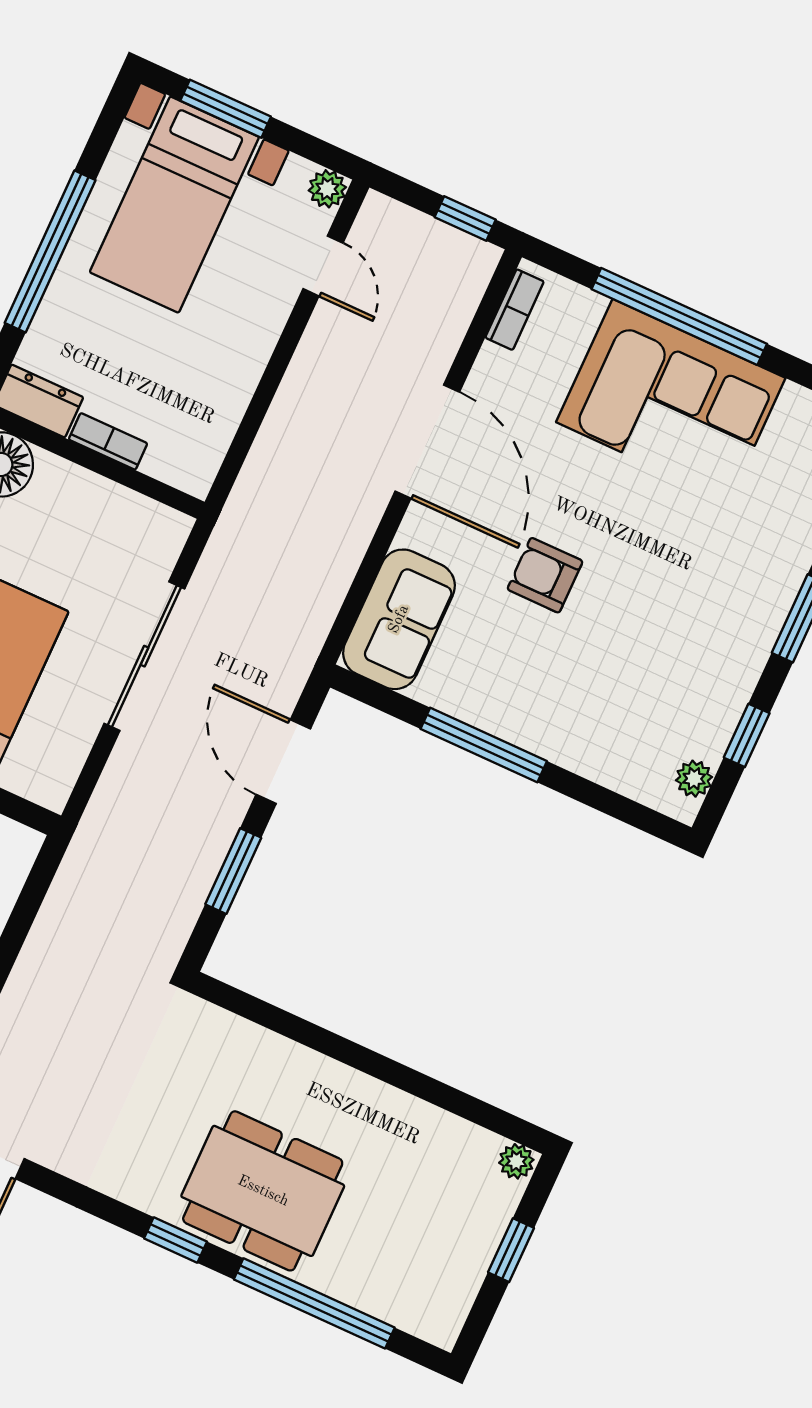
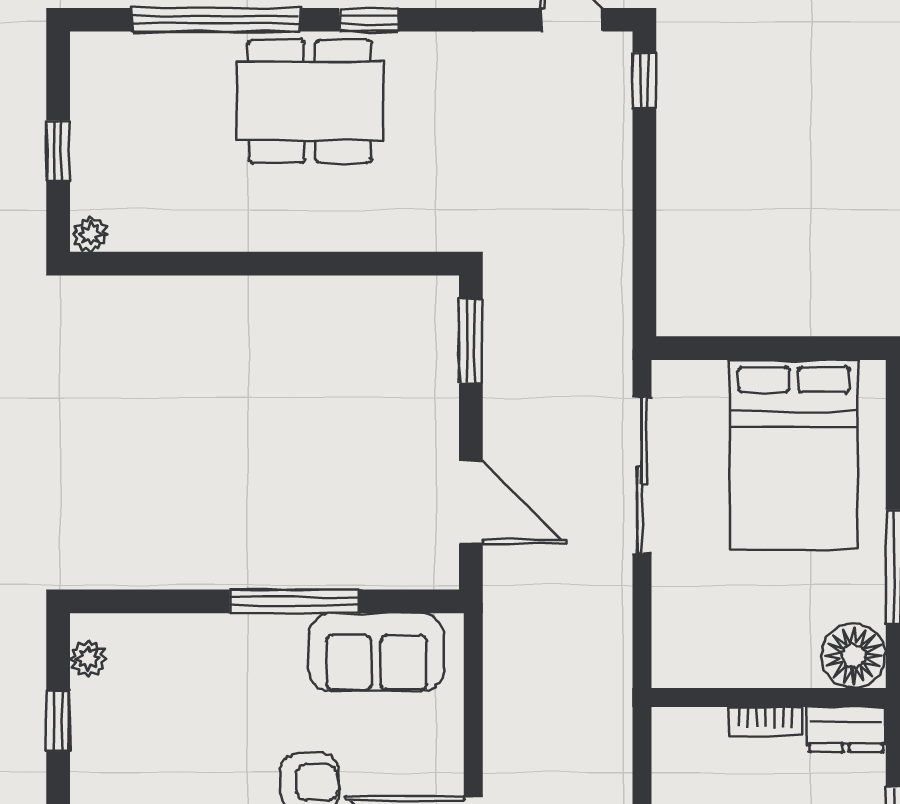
sofa: (399, 619) -> (376, 652), moved, turned -90
sliding door: (144, 656) -> (642, 475), moved
window: (233, 871) -> (471, 341), moved

